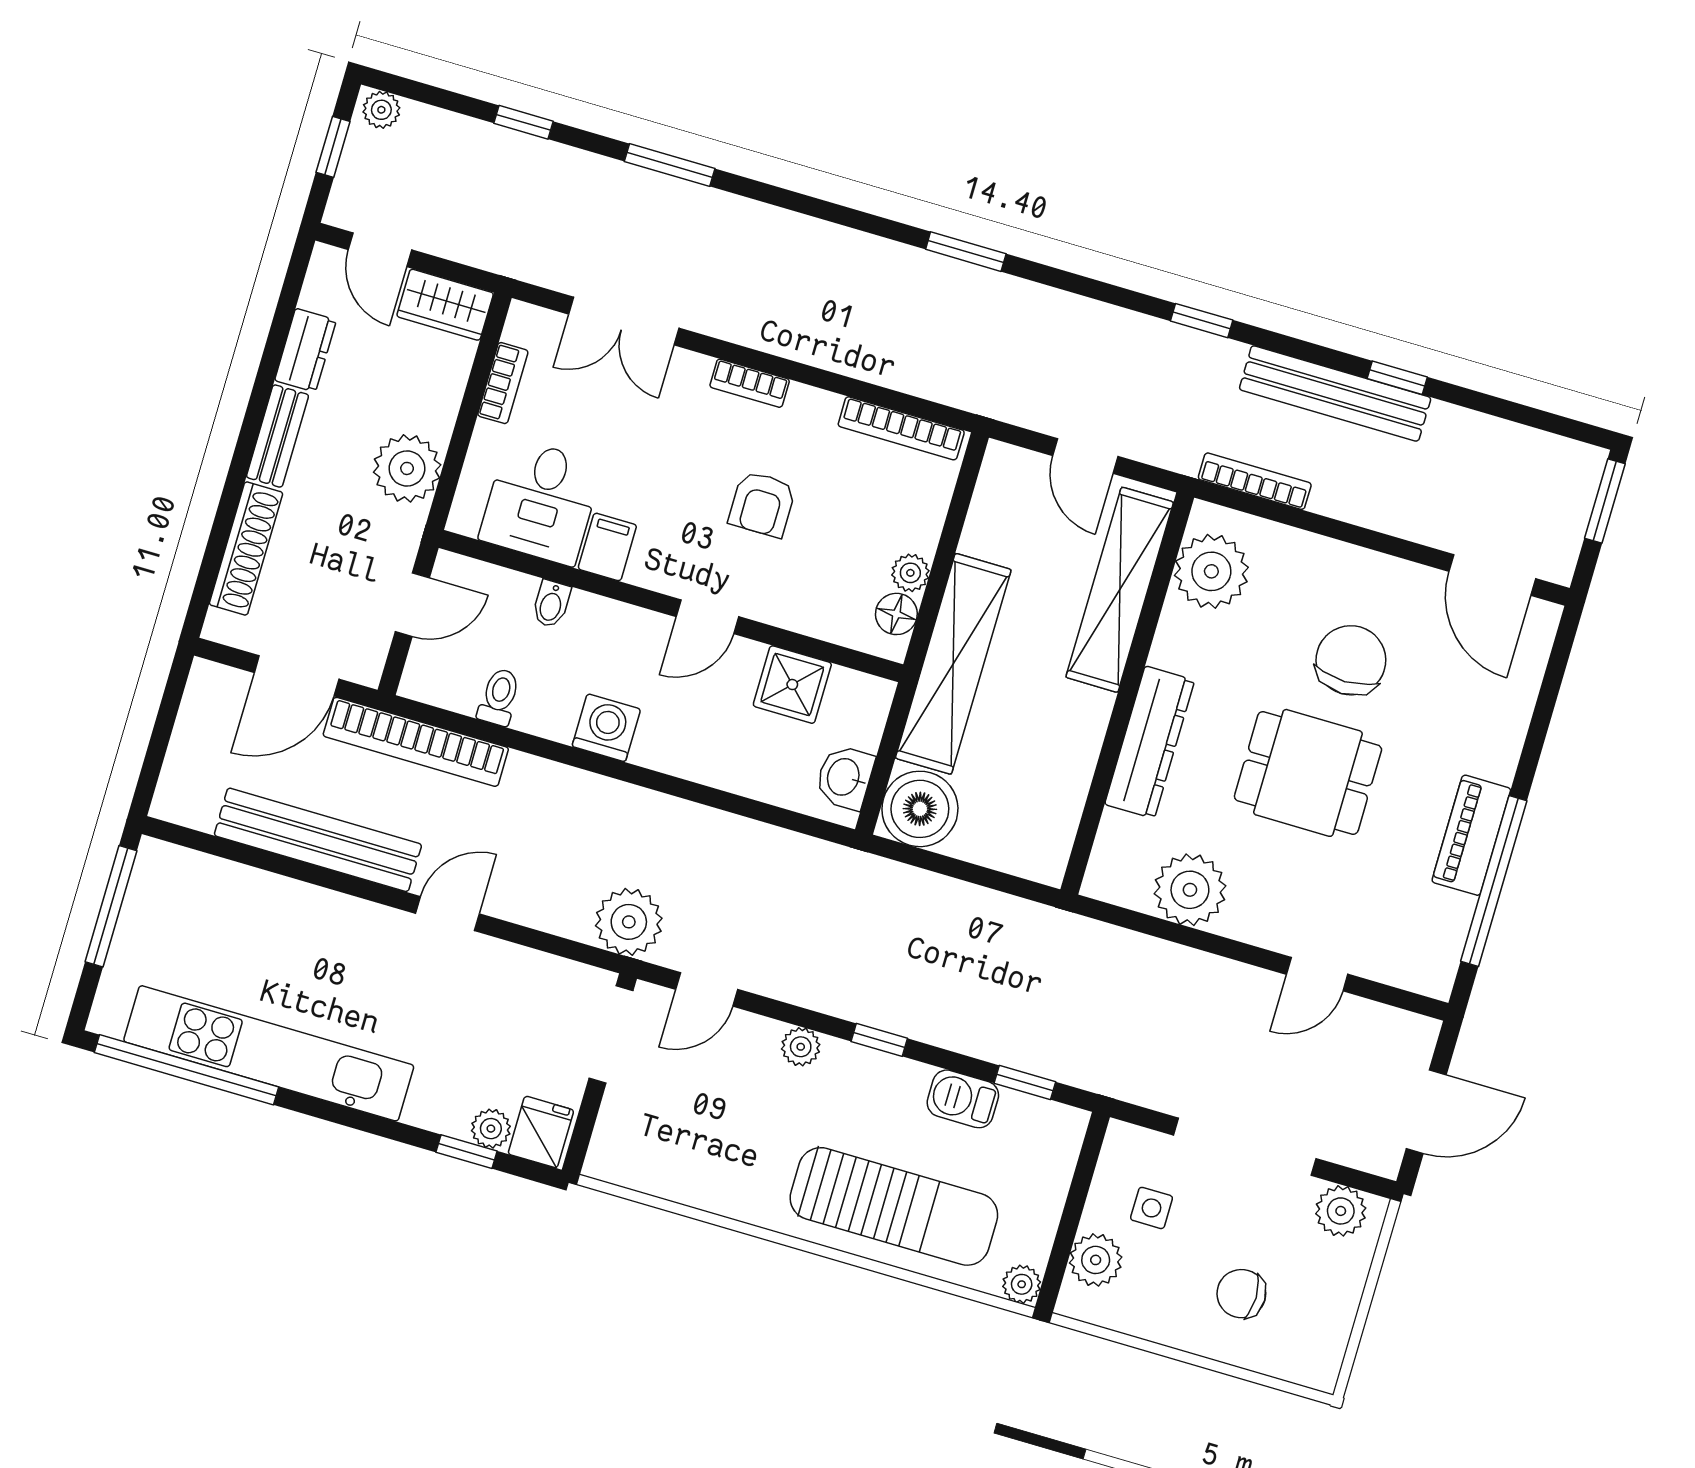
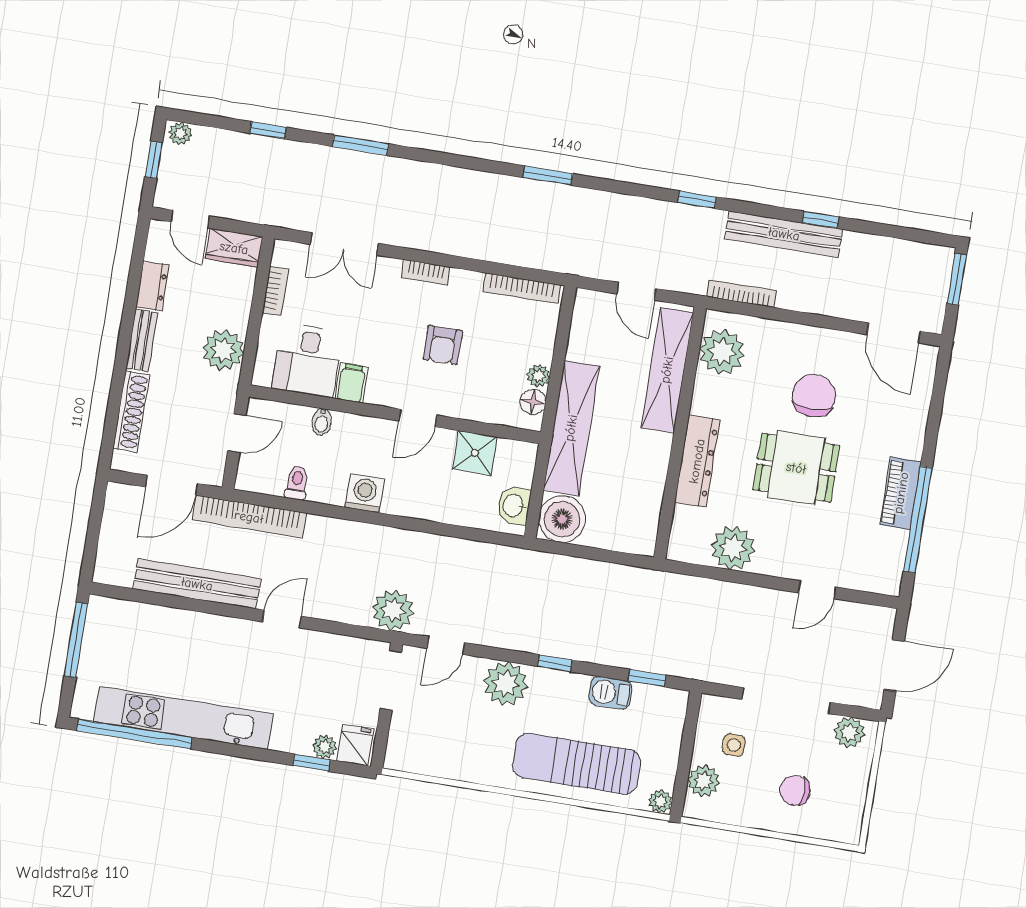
plant: (801, 1047) -> (506, 684), width x1.88, depth x1.88
sun lounger: (894, 1206) -> (576, 764), turned 180

